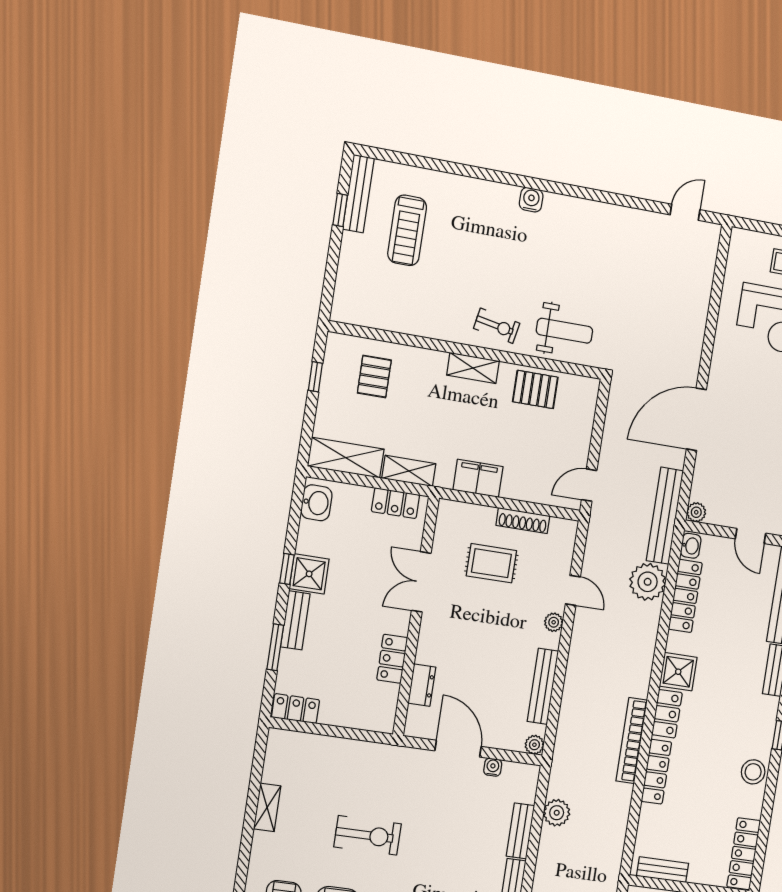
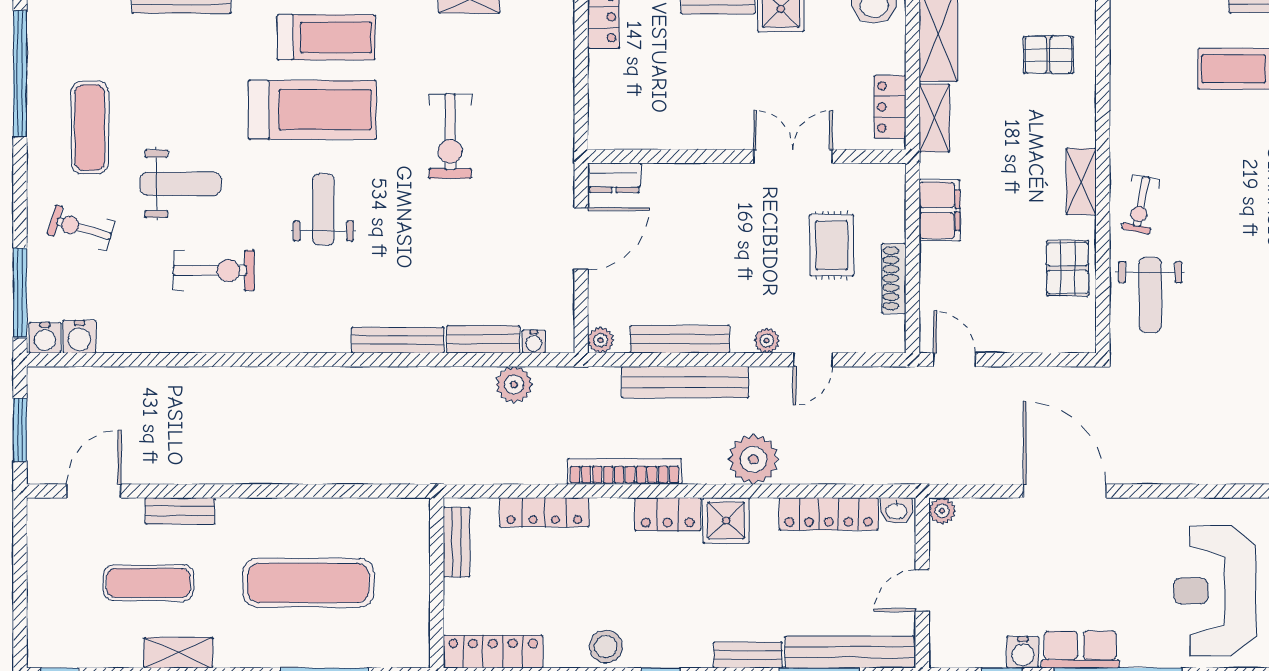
bench: (665, 516) -> (685, 382), moved
plant: (648, 582) -> (753, 459), moved
locker: (392, 659) -> (687, 133), removed
dresser: (422, 685) -> (614, 178), moved
water cooler: (493, 767) -> (534, 342), moved, turned 90
locker: (656, 772) -> (544, 512), moved

